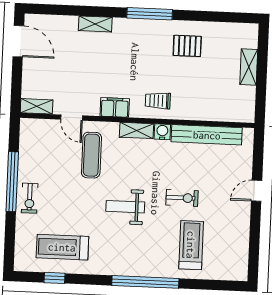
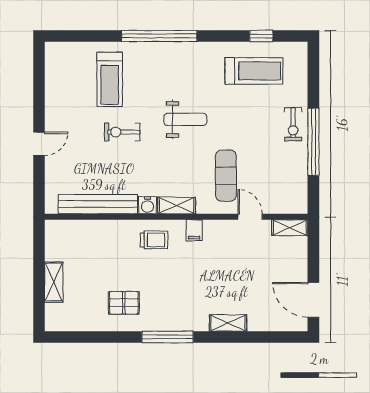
filing cabinet: (115, 107) -> (194, 230), width x0.50
exercise bike: (30, 198) -> (293, 124), turned 180

